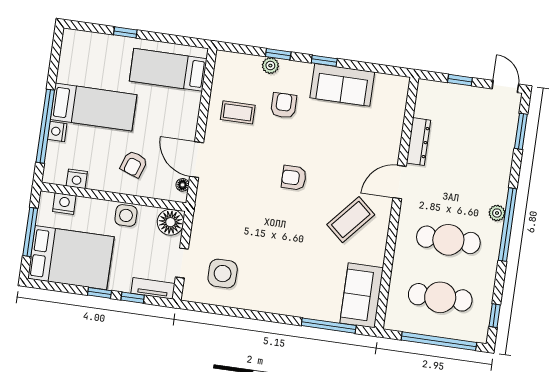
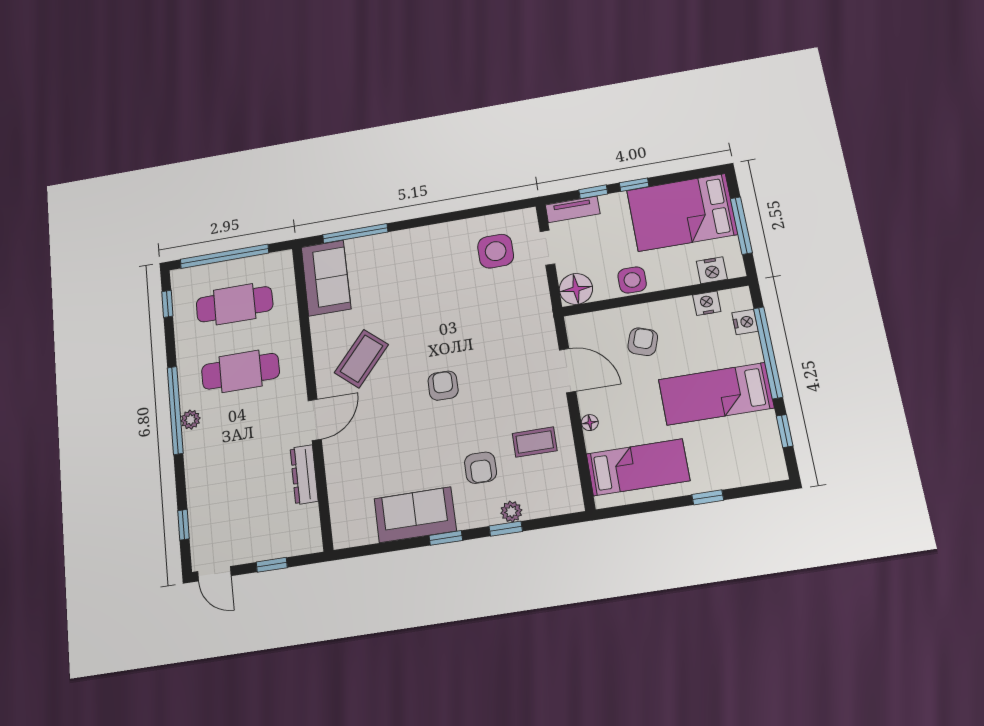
window: (54, 64) -> (785, 431), added
nightstand: (57, 131) -> (745, 322), moved
window: (521, 131) -> (184, 525), width x0.67
armchair: (294, 178) -> (443, 386), turned -90
floor lamp: (183, 185) -> (590, 423), moved

